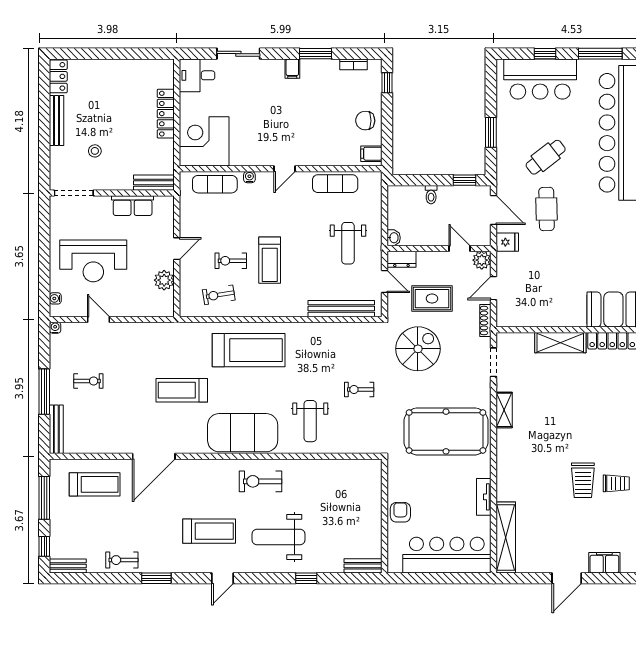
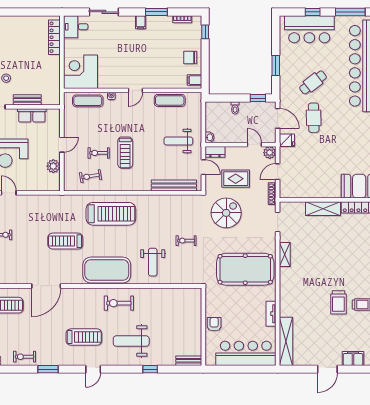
locker: (166, 114) -> (54, 37), moved
bench: (154, 183) -> (27, 100), moved
weight bench: (348, 243) -> (178, 141), turned 90

